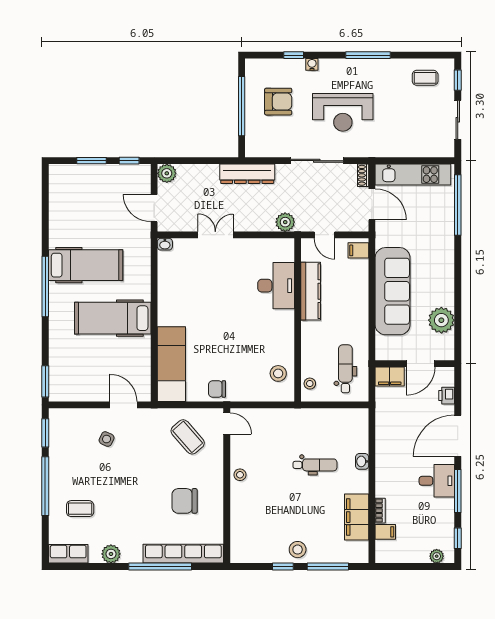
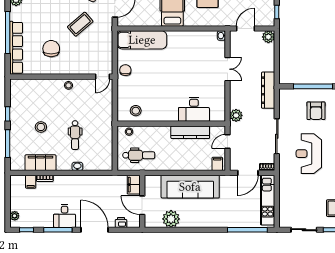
coffee table: (188, 437) -> (80, 24), moved
stool: (298, 550) -> (41, 127), moved

